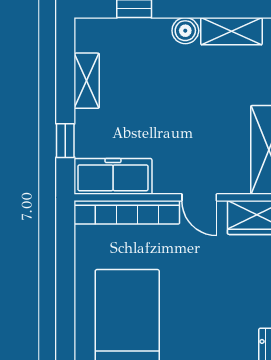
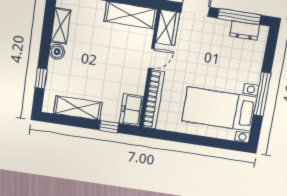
shelving: (87, 81) -> (78, 108), width x1.50, depth x1.33
freezer: (113, 176) -> (131, 110), width x0.71

